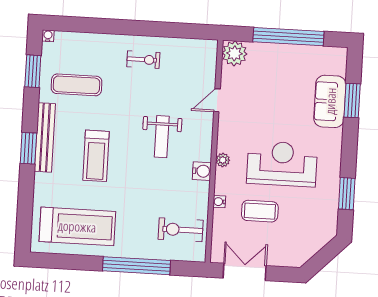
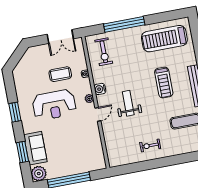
plant: (235, 53) -> (39, 174), moved
door: (217, 100) -> (98, 114), moved
treadmill: (96, 156) -> (164, 83), turned 180
window: (347, 194) -> (15, 112), moved
exercise bike: (181, 230) -> (104, 52), turned 90

